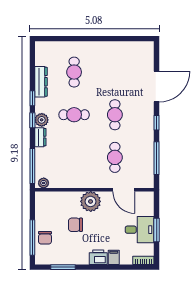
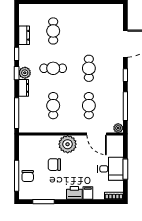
dresser: (41, 82) -> (24, 35), width x0.70
cafe table: (74, 157) -> (53, 106), added
plant: (44, 183) -> (118, 128), moved

